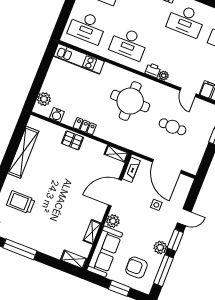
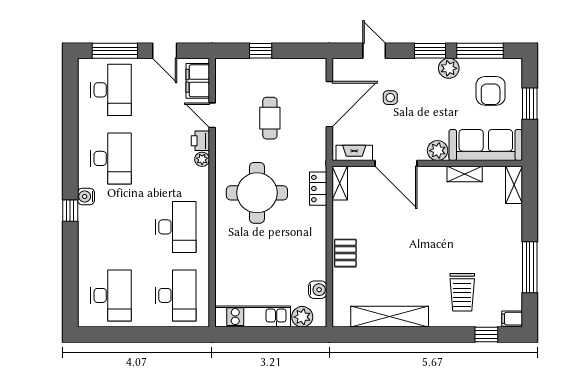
kitchen unit: (79, 59) -> (253, 317), moved, turned -90
printer: (153, 70) -> (200, 141), moved
door: (188, 92) -> (212, 115), swing flipped
locker: (85, 126) -> (318, 189), moved
door: (184, 217) -> (374, 51), moved

